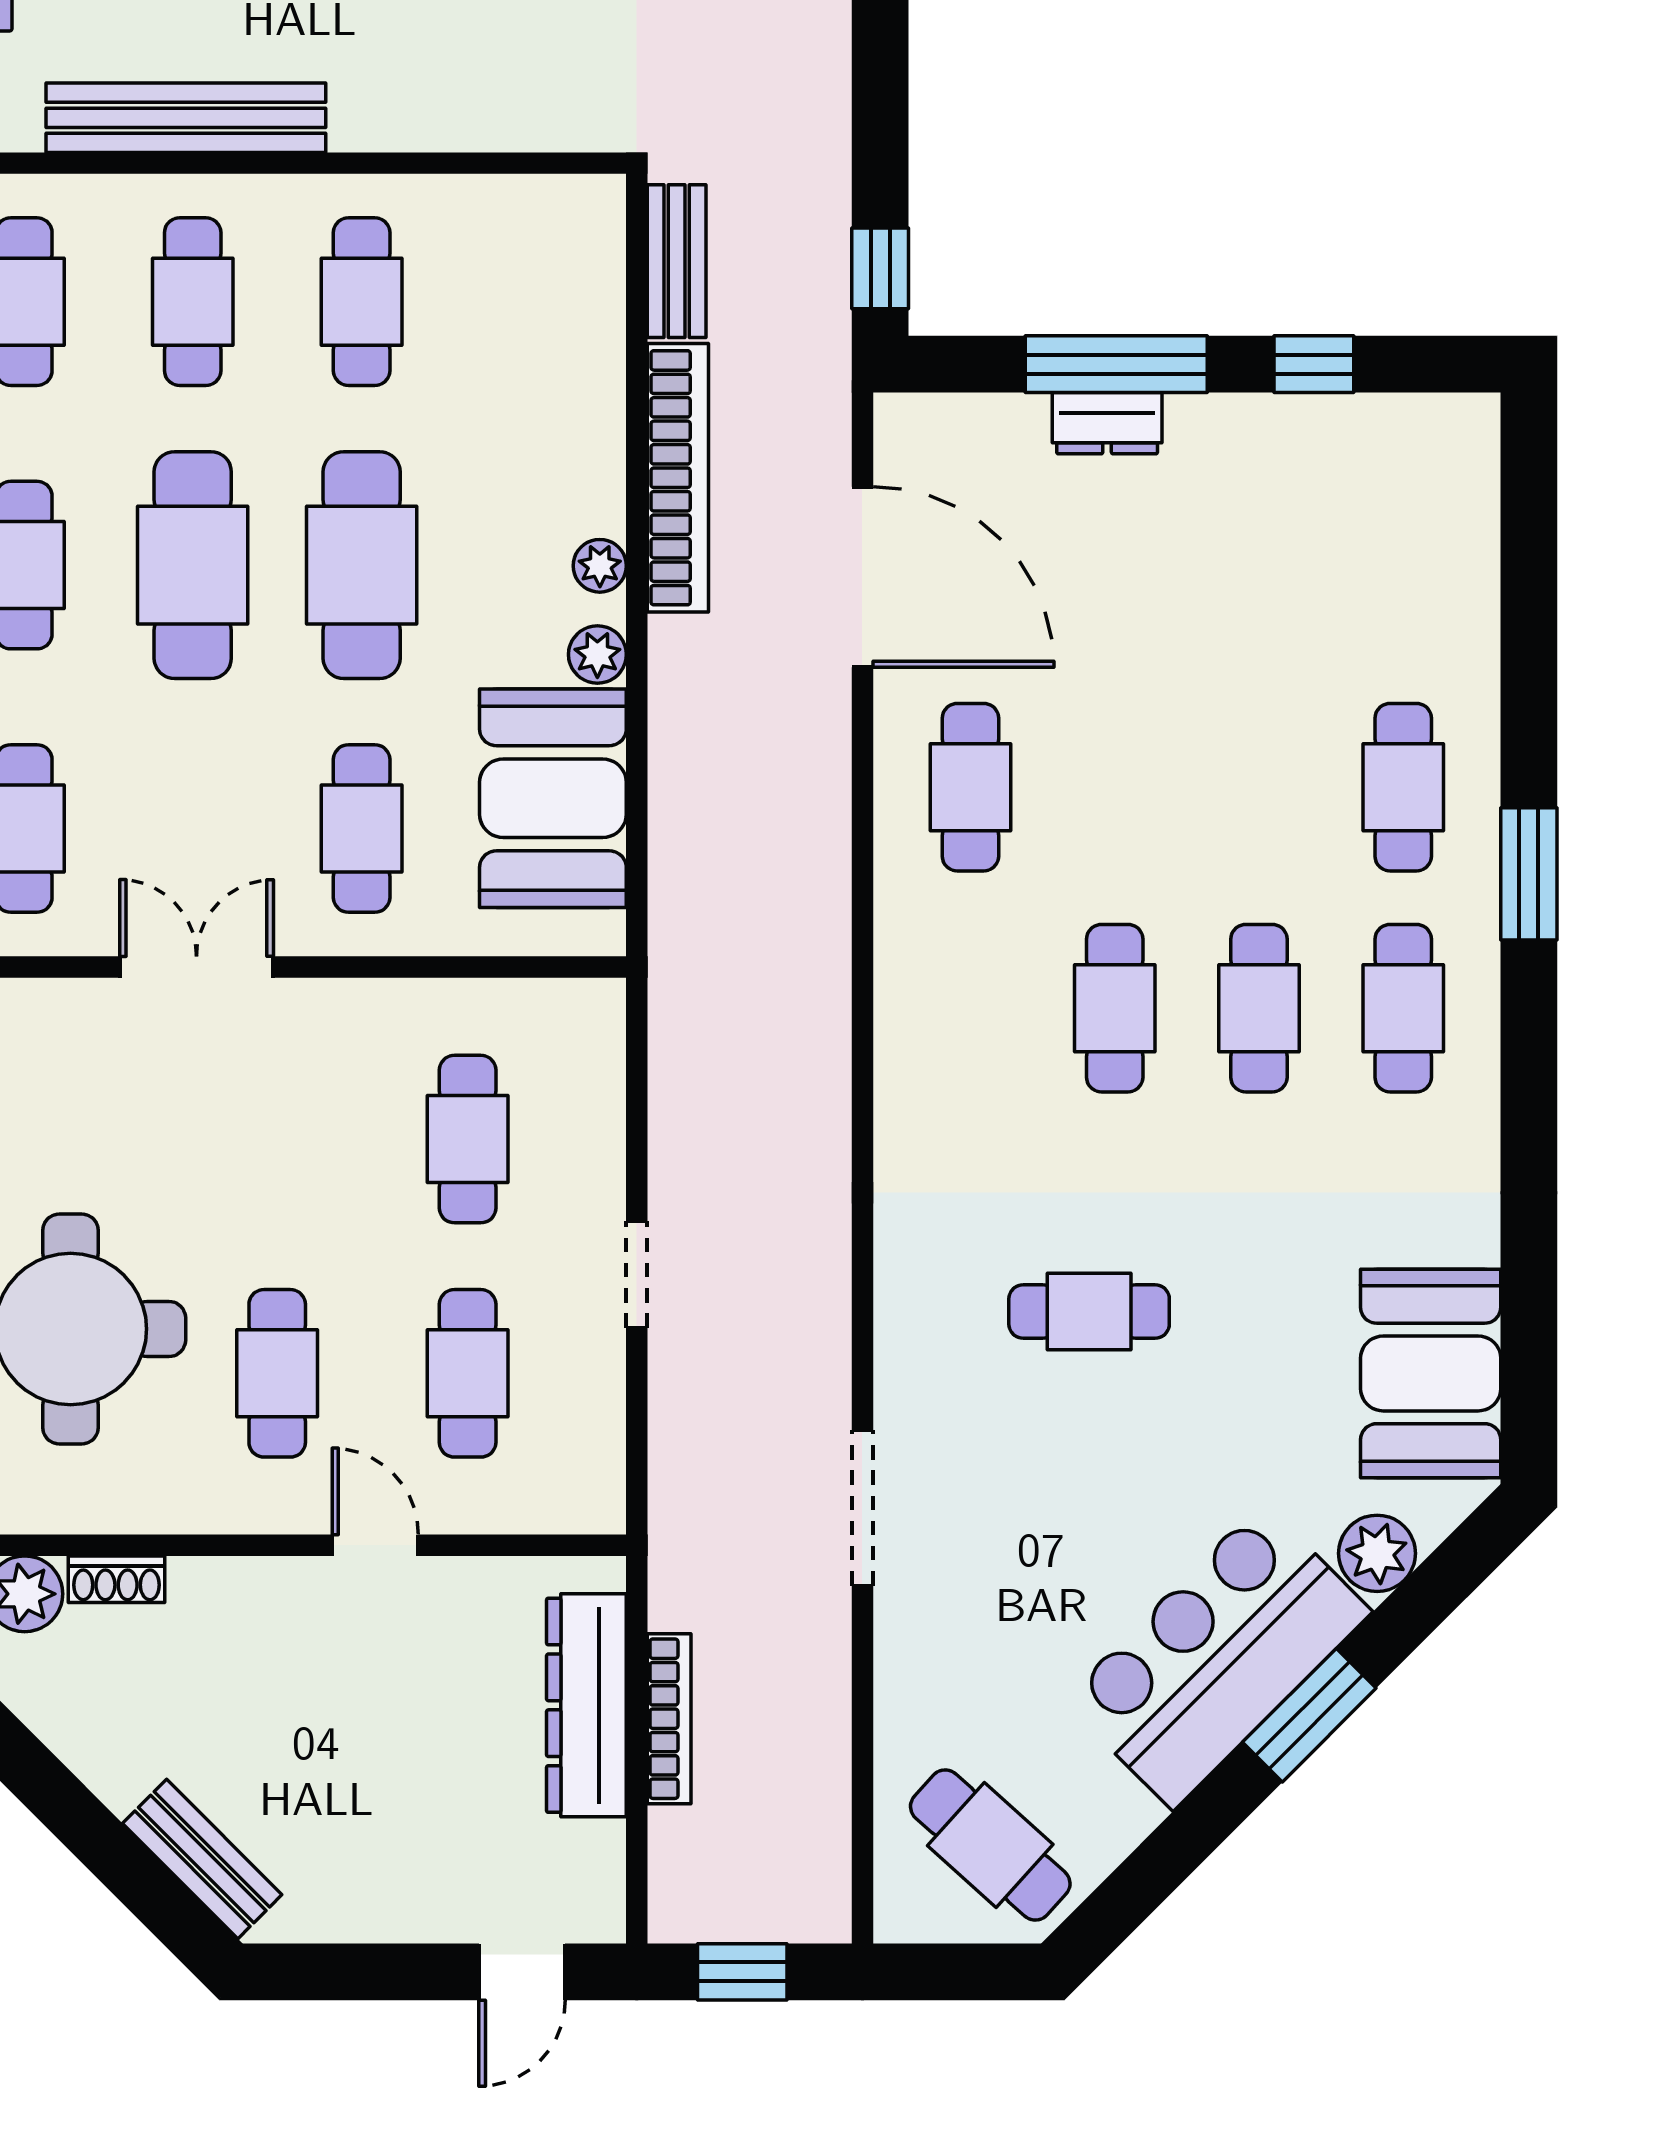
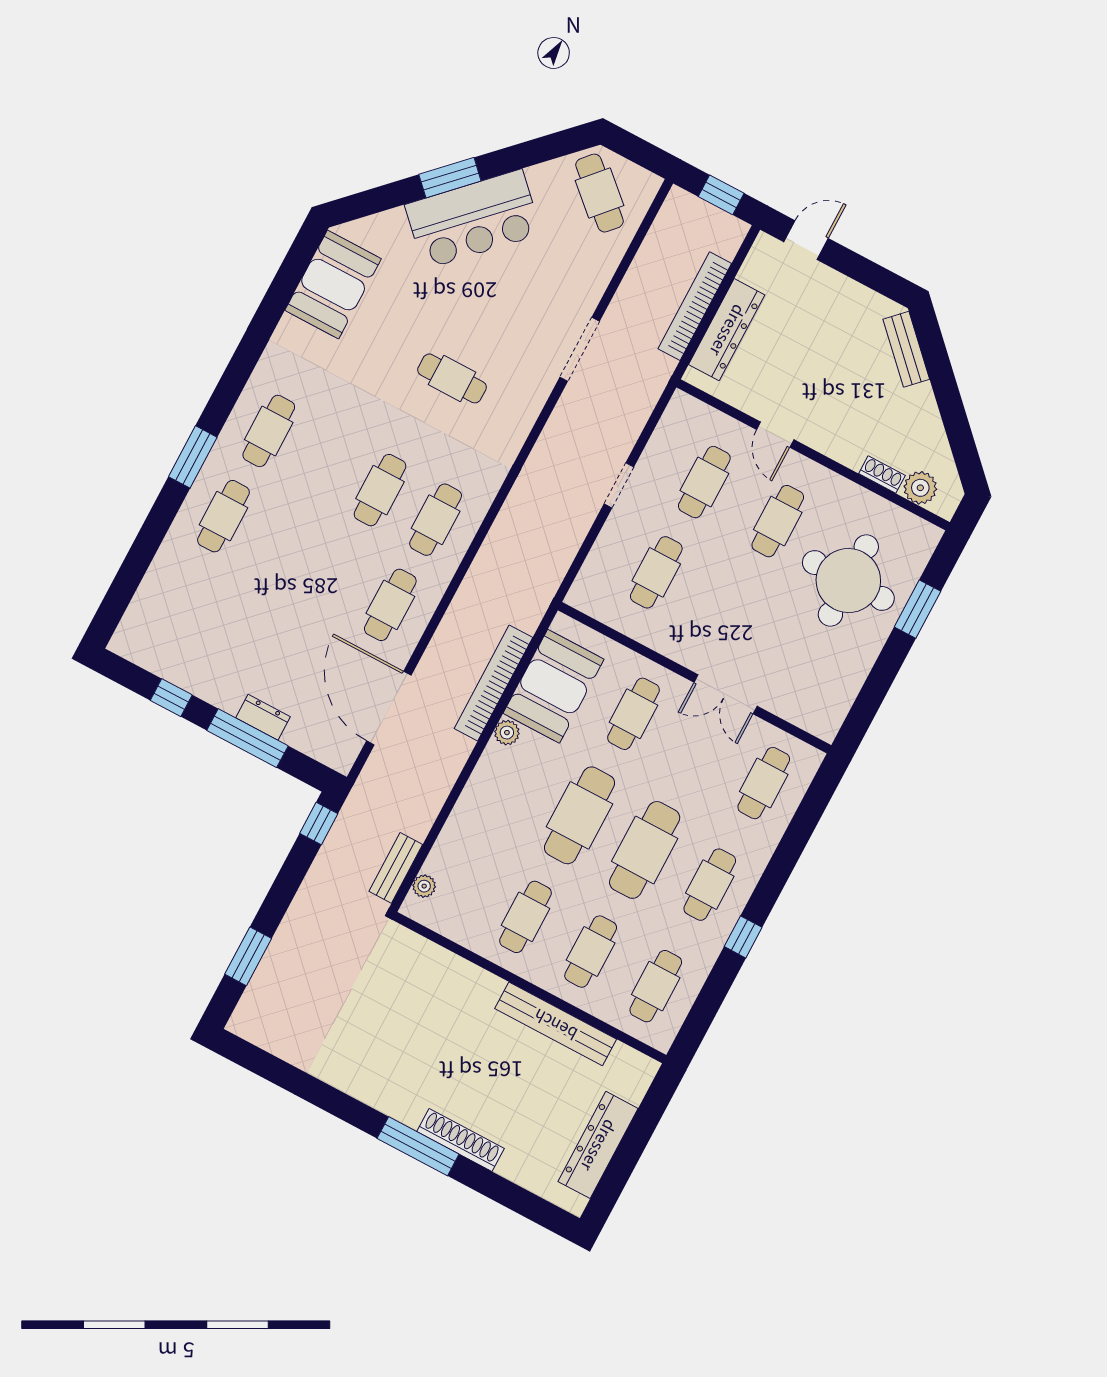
bookcase: (678, 478) -> (493, 683), moved
plant: (600, 566) -> (424, 886), moved
cafe table: (1259, 1008) -> (436, 520), moved
plant: (1377, 1553) -> (391, 226), removed
bookcase: (669, 1719) -> (695, 306), width x1.48, depth x1.31

